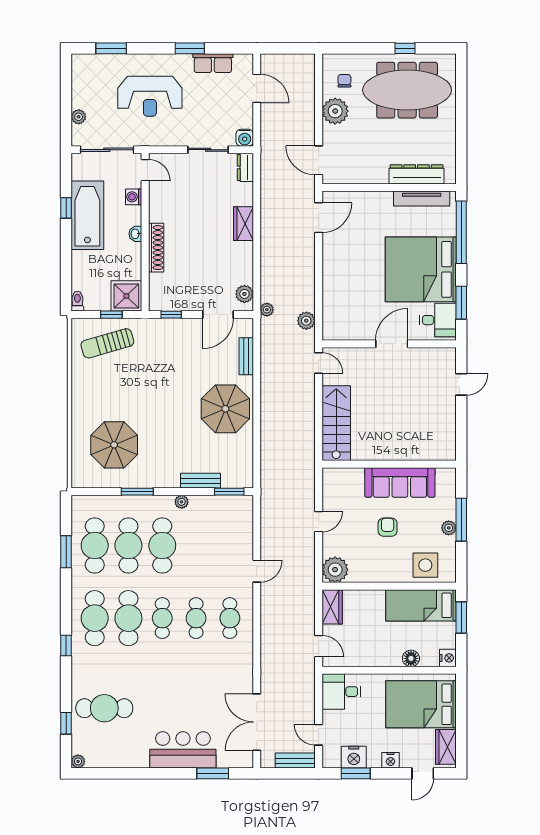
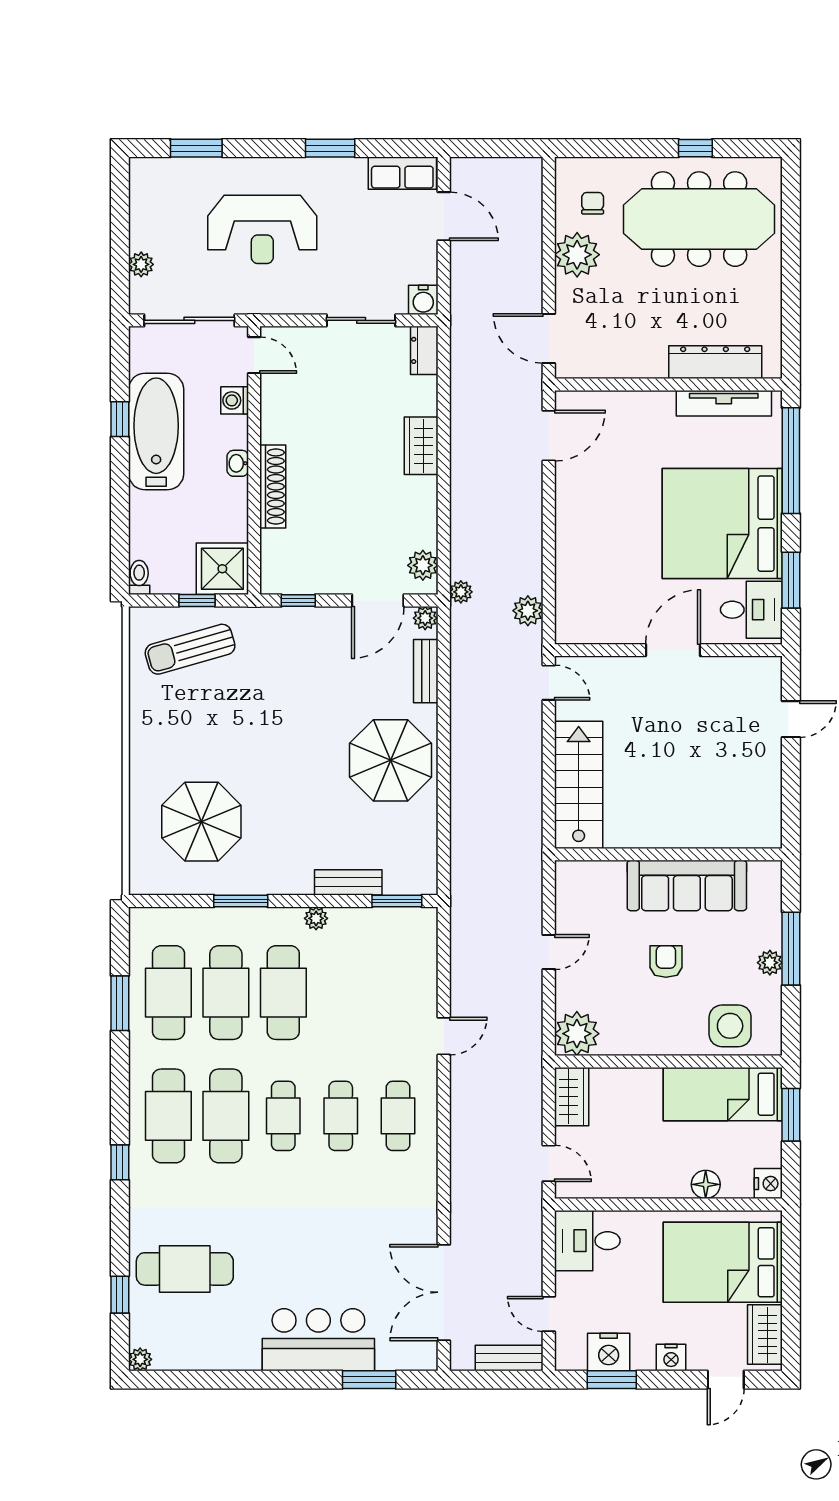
row of seats: (213, 63) -> (402, 173), moved
plant: (246, 325) -> (425, 618), added

